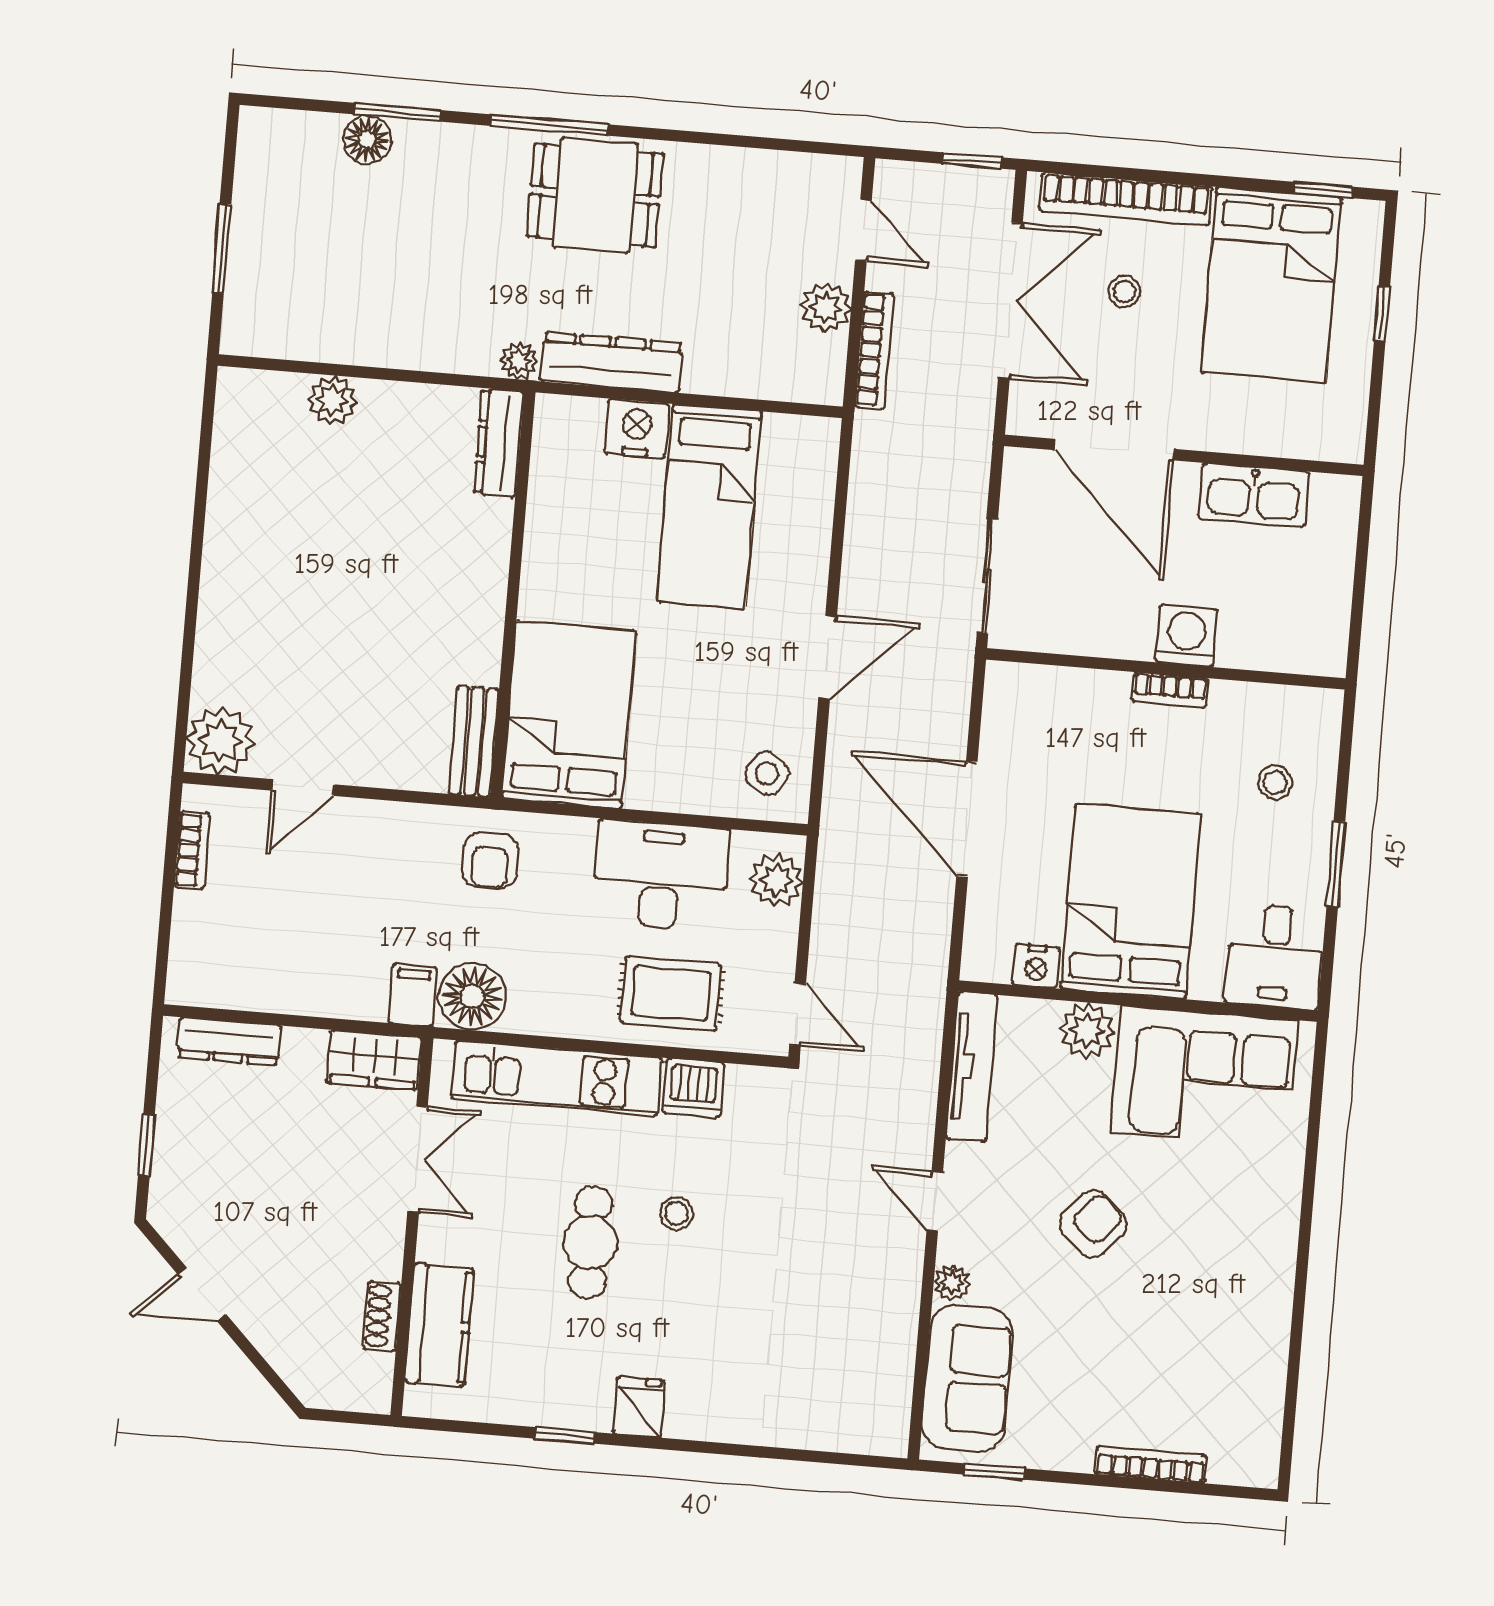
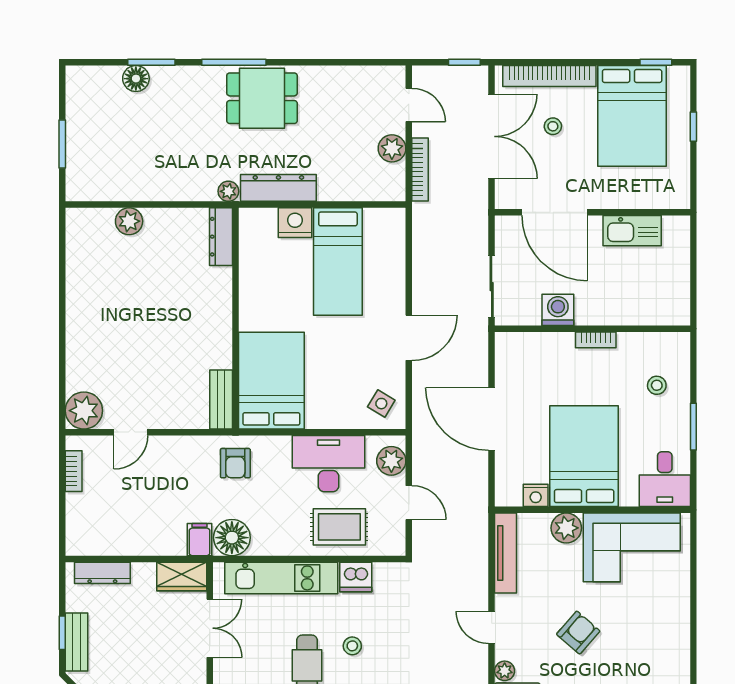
washing machine: (1186, 636) -> (558, 310), moved
door: (798, 1014) -> (409, 503), moved
bench: (171, 1164) -> (76, 642), added

